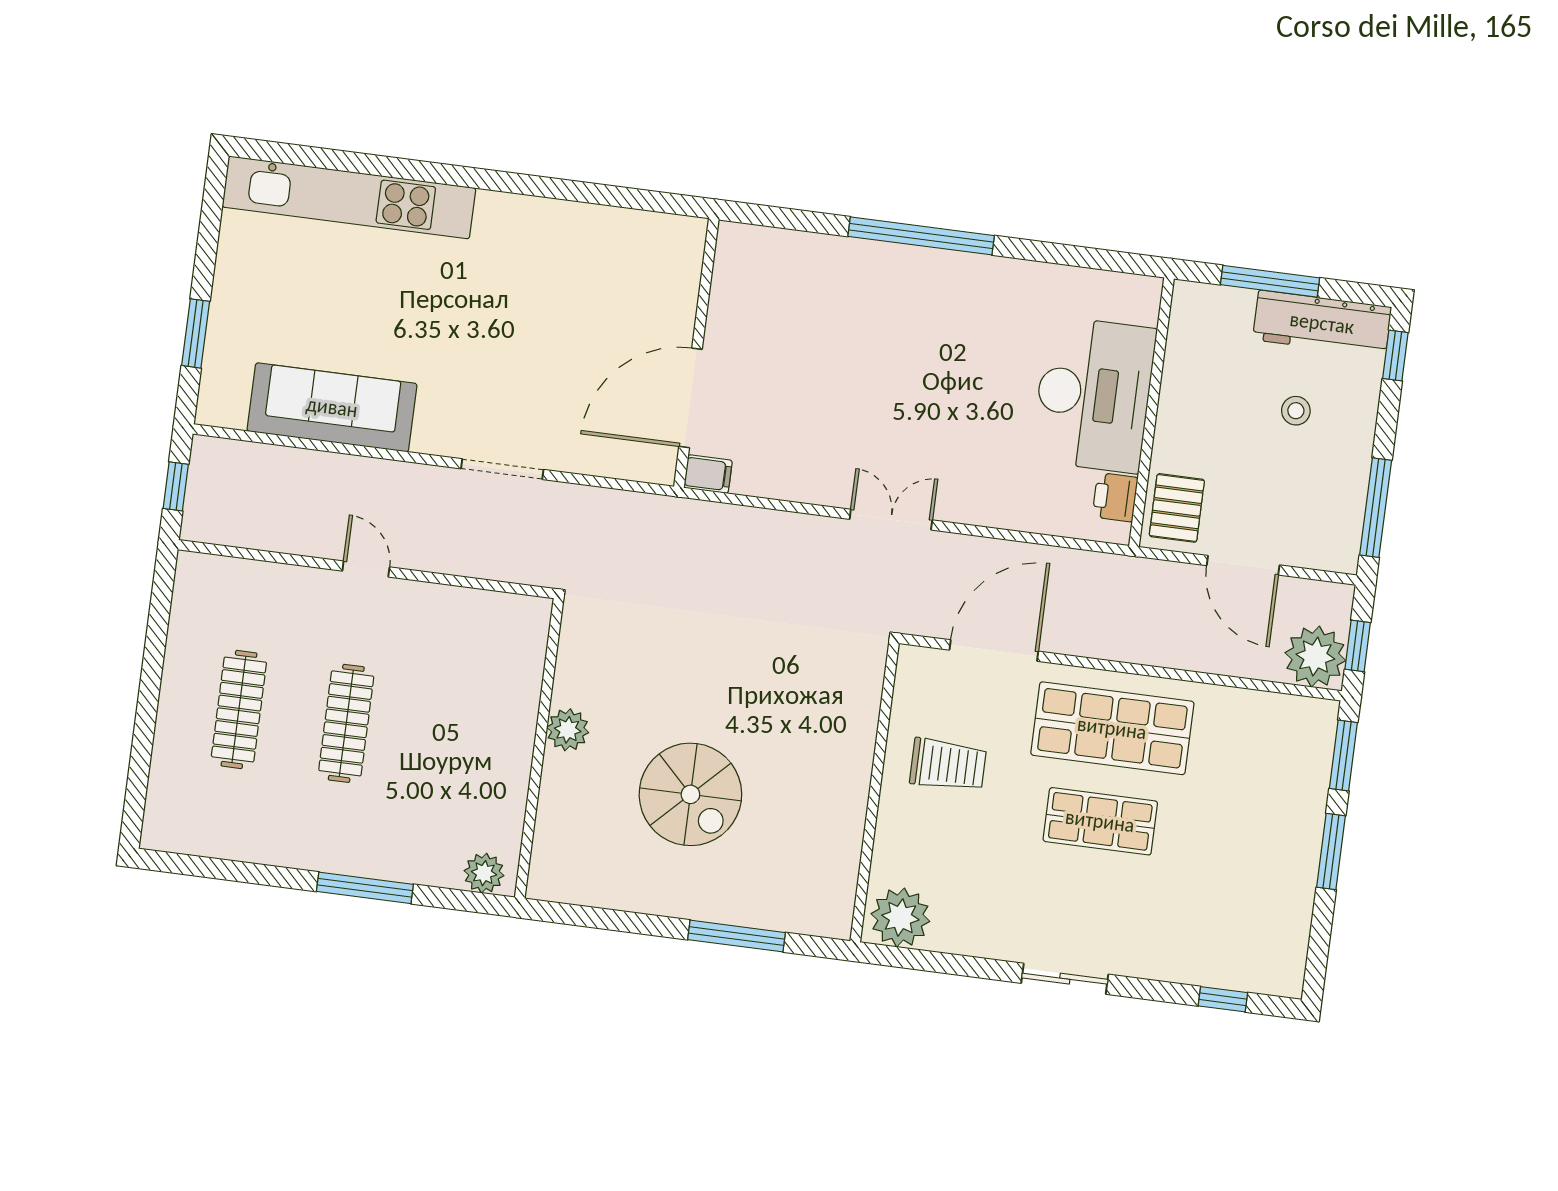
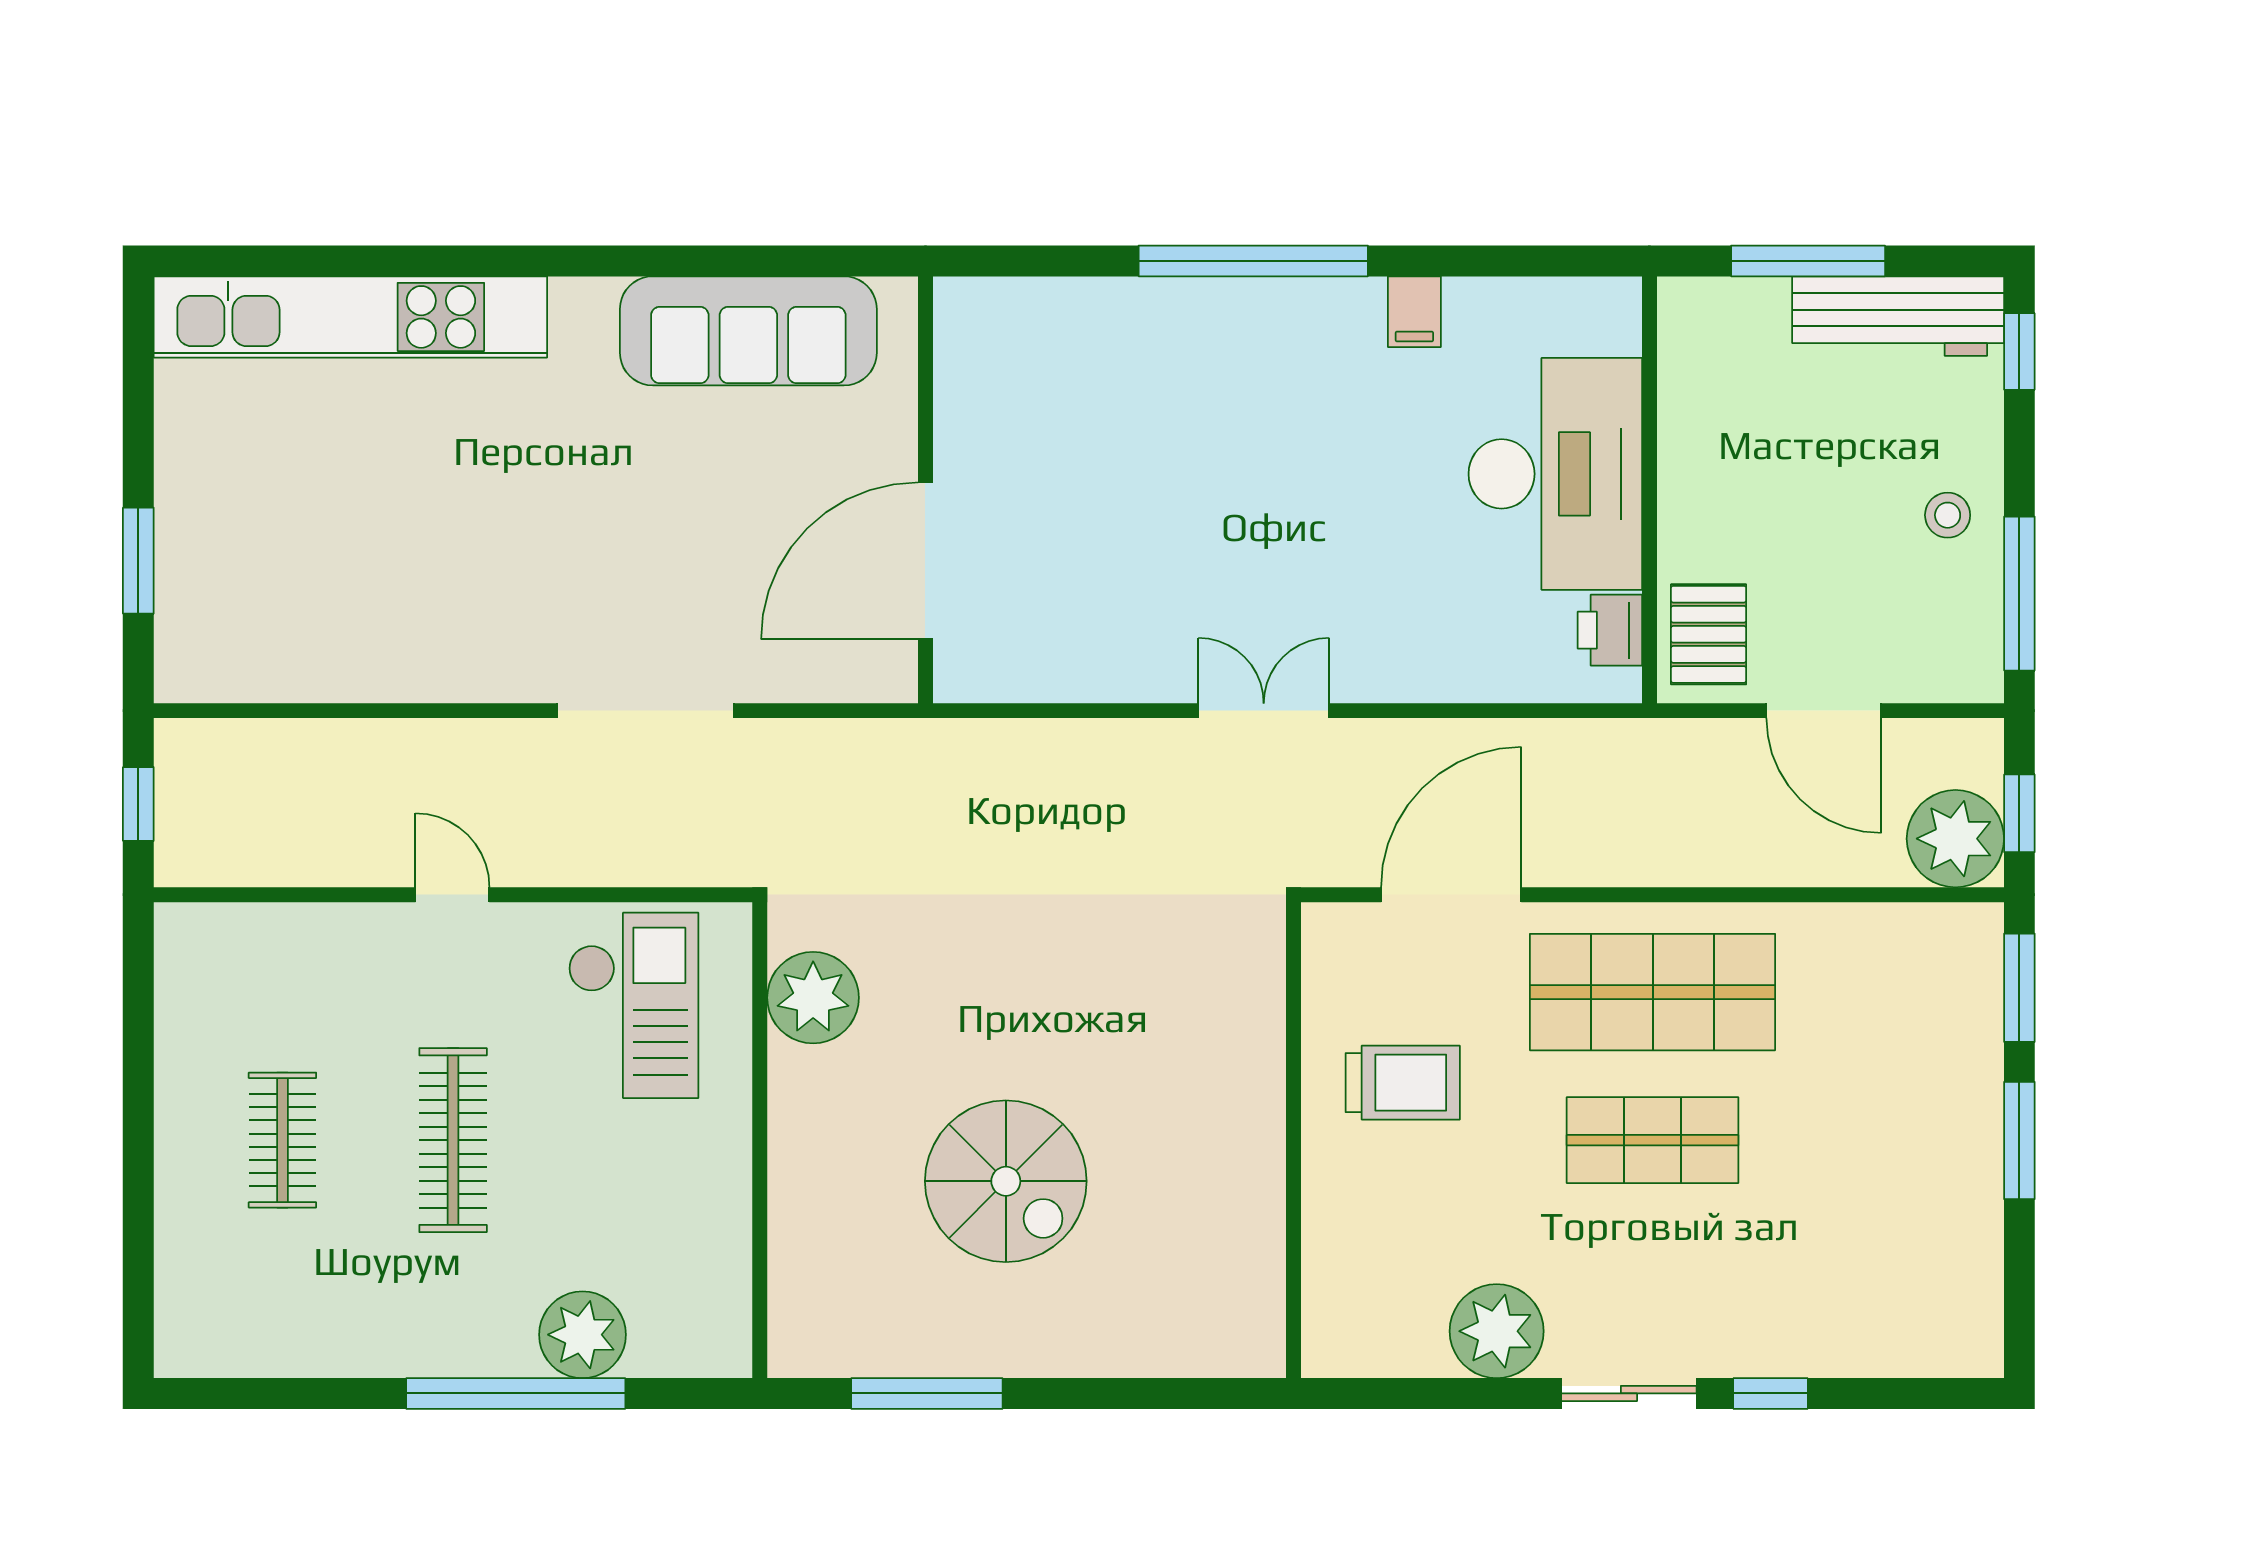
sofa: (332, 407) -> (748, 331), moved, turned 180
stool: (1296, 411) -> (1948, 515), moved
doorway: (502, 469) -> (645, 711), width x1.36
filing cabinet: (708, 474) -> (1414, 312), moved, turned 90
checkout: (471, 653) -> (633, 1005), added
clothes rail: (239, 709) -> (282, 1140), width x0.73
plant: (568, 730) -> (813, 998), moved, width x1.36, depth x1.36
plant: (484, 873) -> (582, 1335), moved, width x1.36, depth x1.36
window: (365, 888) -> (516, 1393), width x1.46
plant: (900, 917) -> (1497, 1331), moved
window: (736, 936) -> (927, 1393), moved
window: (1223, 999) -> (1770, 1393), moved

